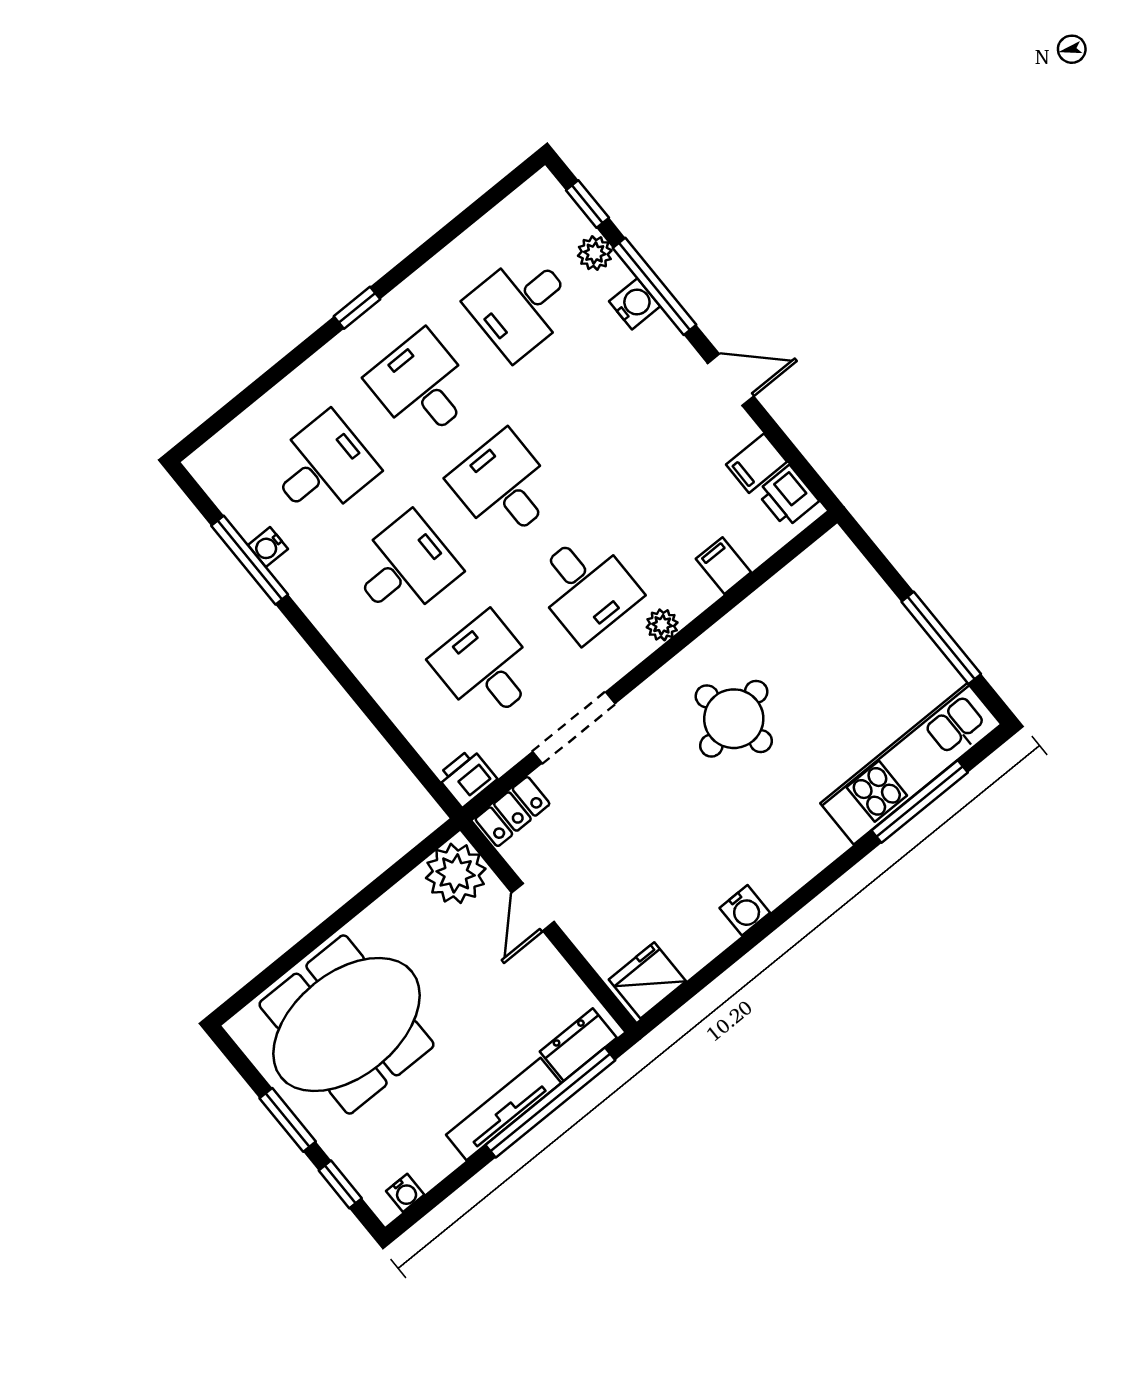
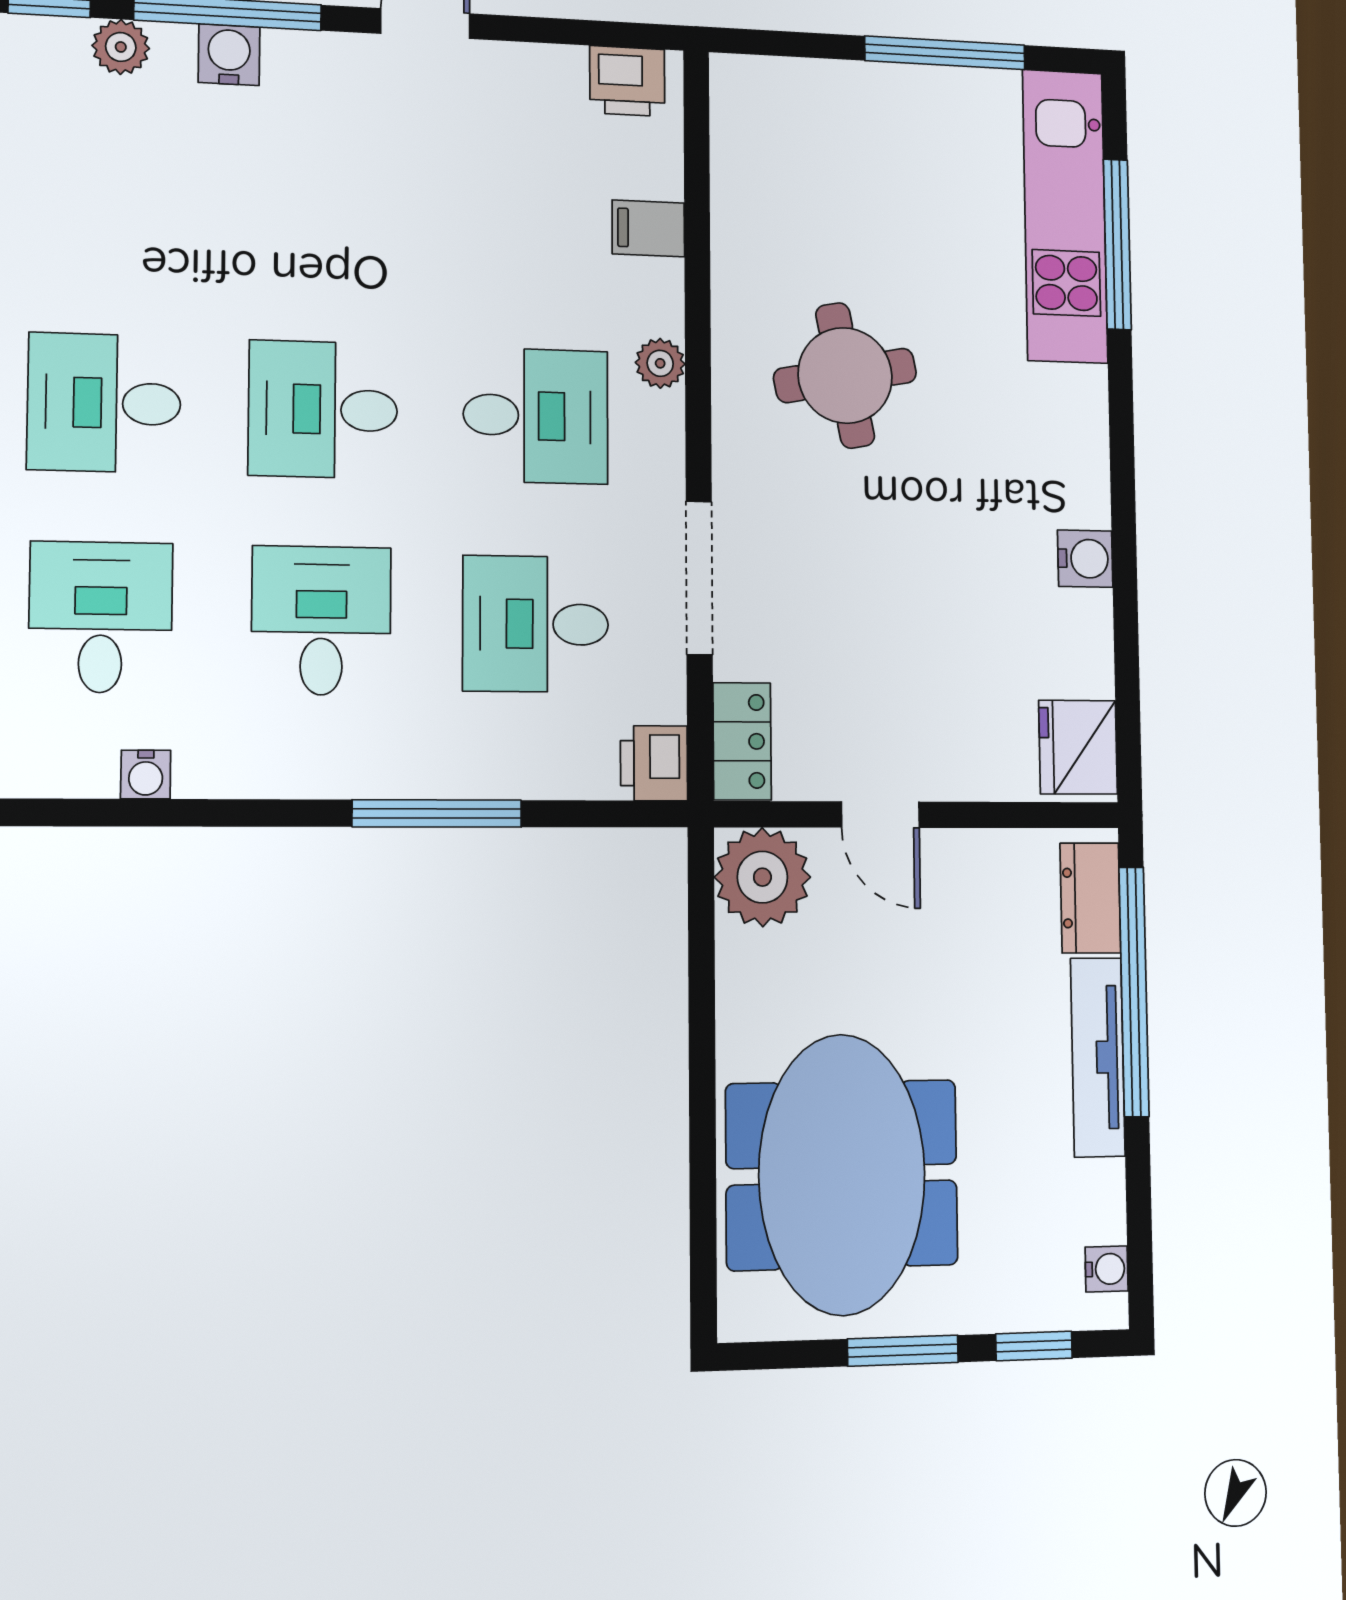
desk: (521, 305) -> (108, 192), removed
filing cabinet: (757, 463) -> (555, 82), removed
window: (250, 560) -> (437, 813), moved

